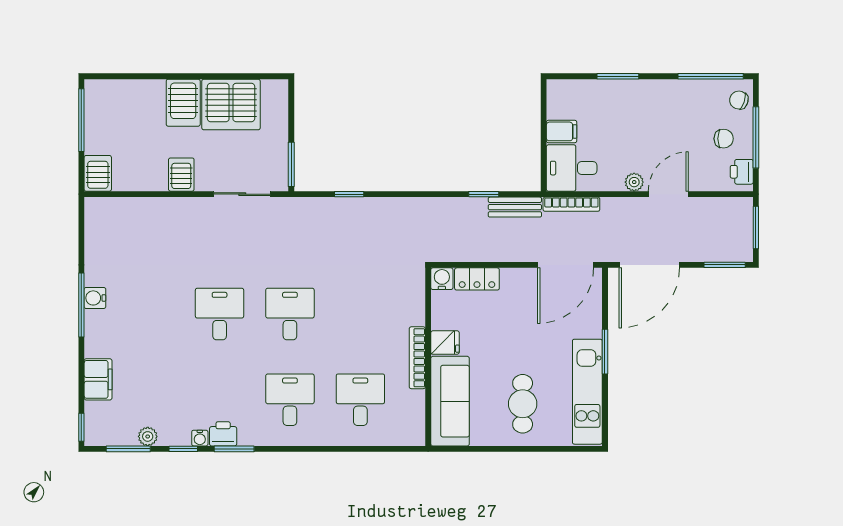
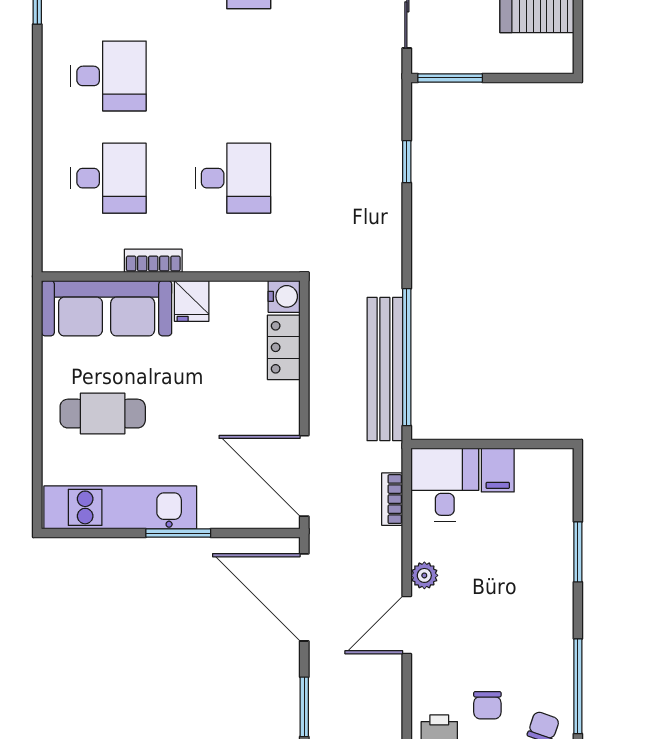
window: (484, 194) -> (407, 357), width x3.17
door: (668, 194) -> (407, 625), swing flipped
bookcase: (571, 204) -> (392, 499), width x0.64
bench: (515, 207) -> (385, 369), width x1.86, depth x1.21
desk: (290, 314) -> (233, 178), moved
bookcase: (417, 358) -> (153, 261), width x0.64

